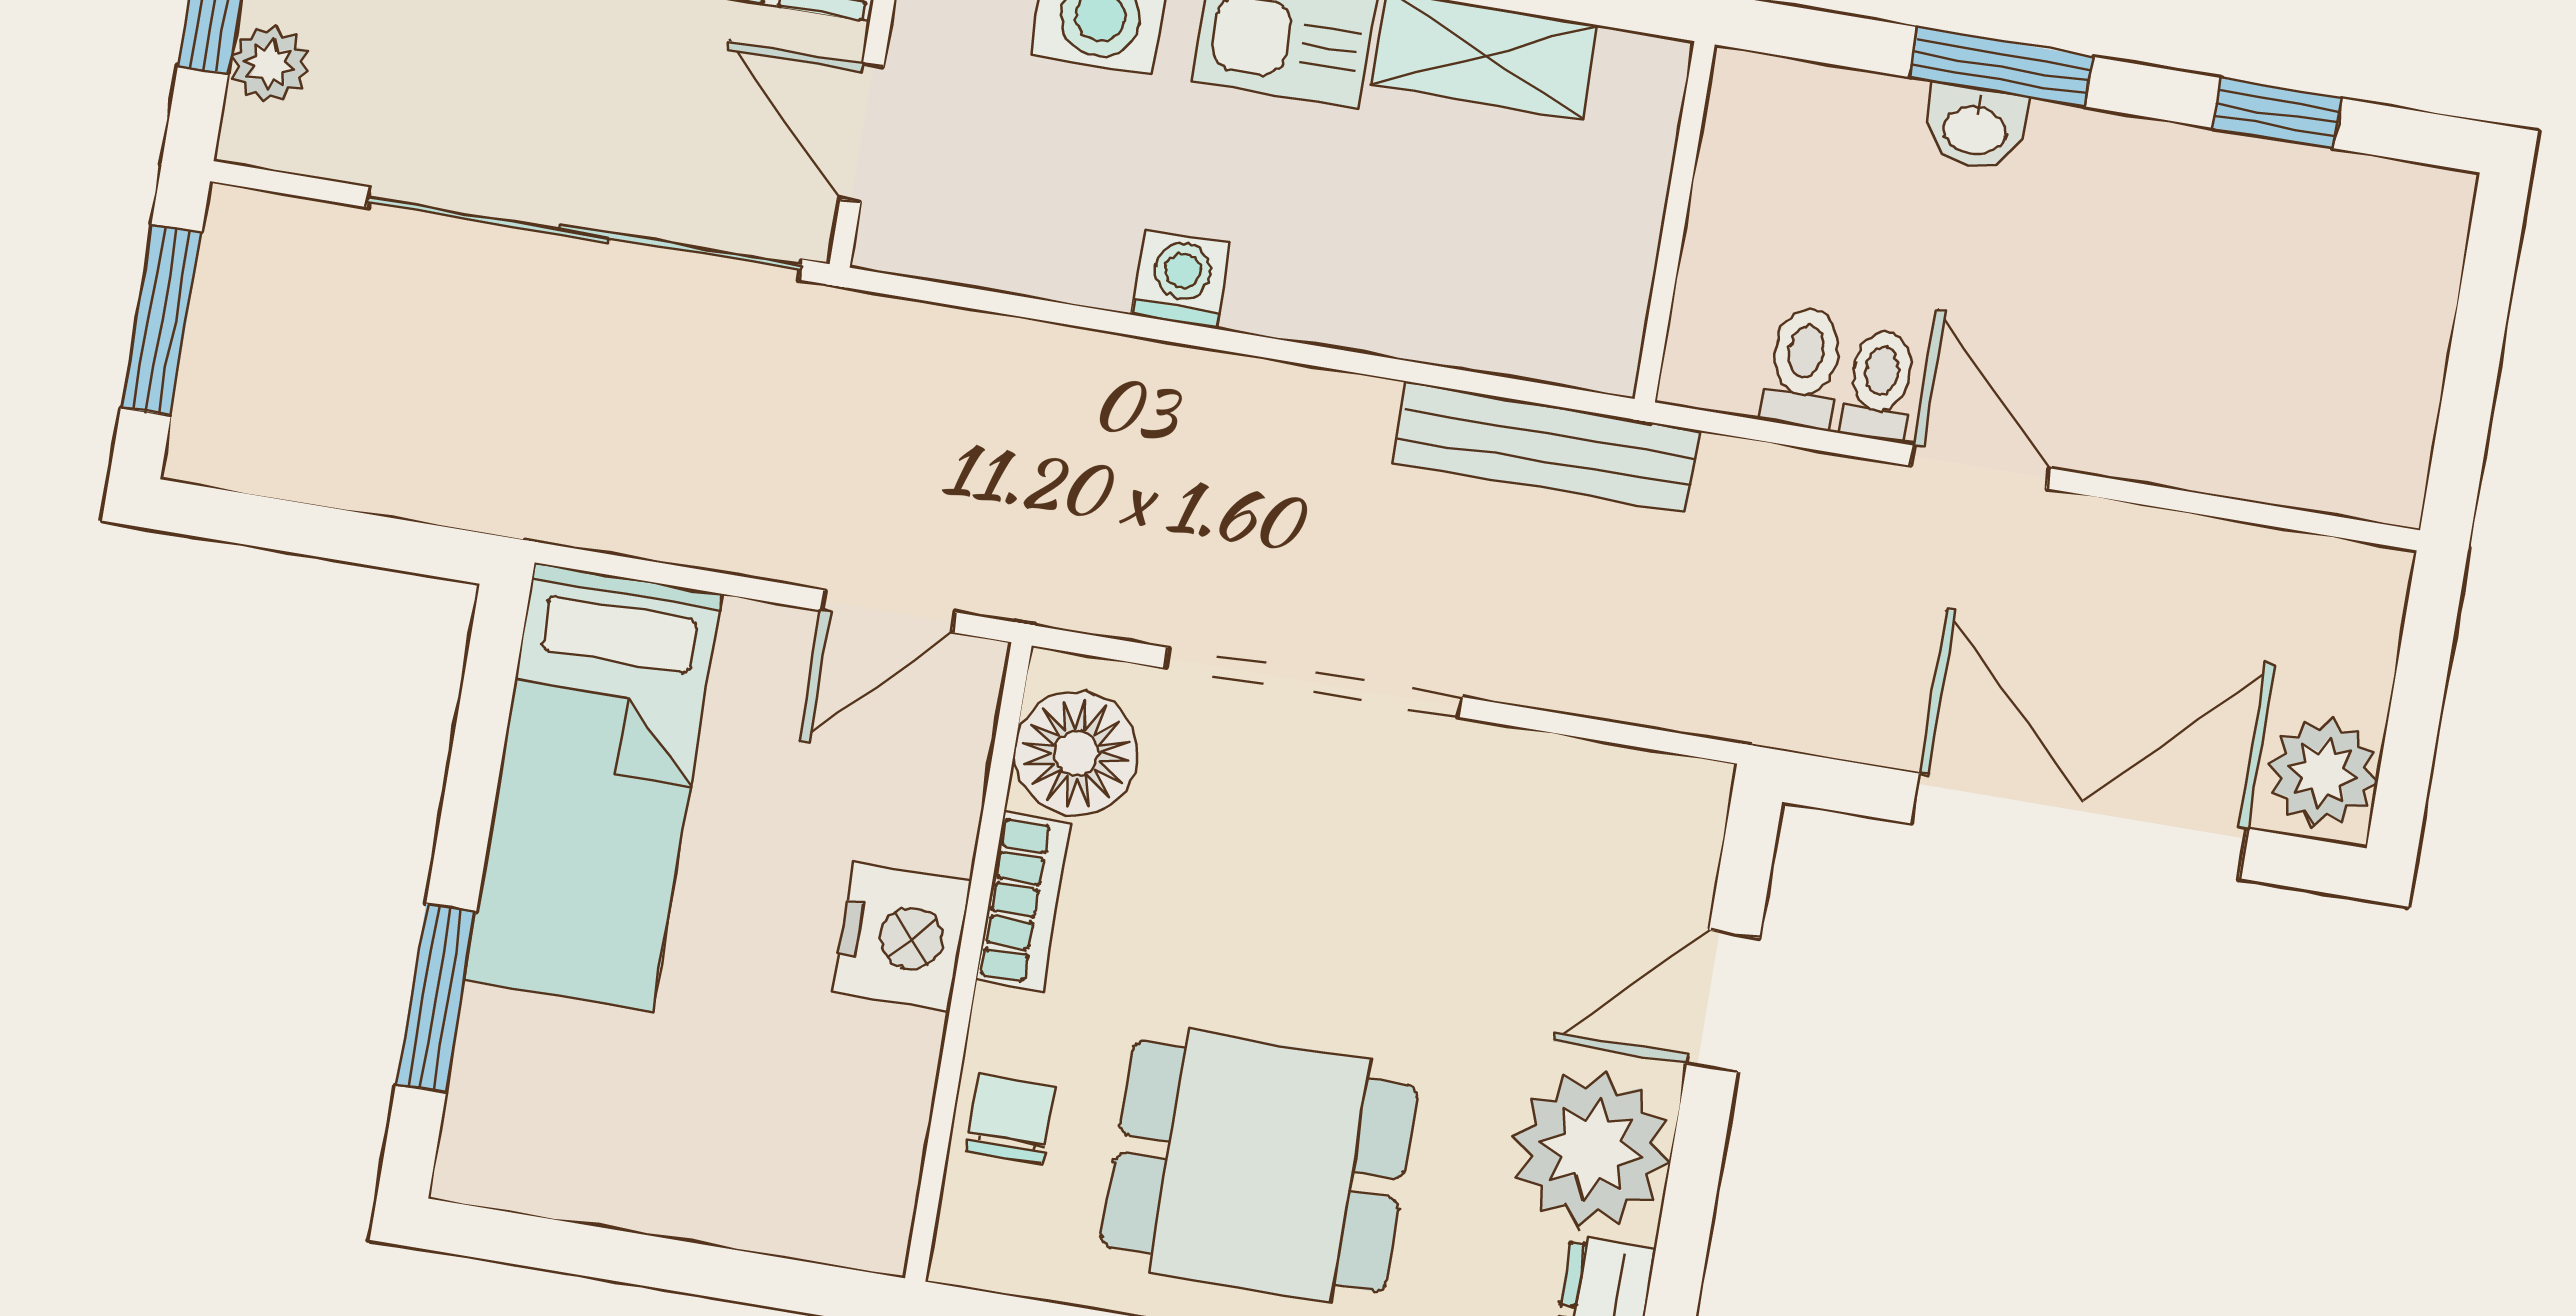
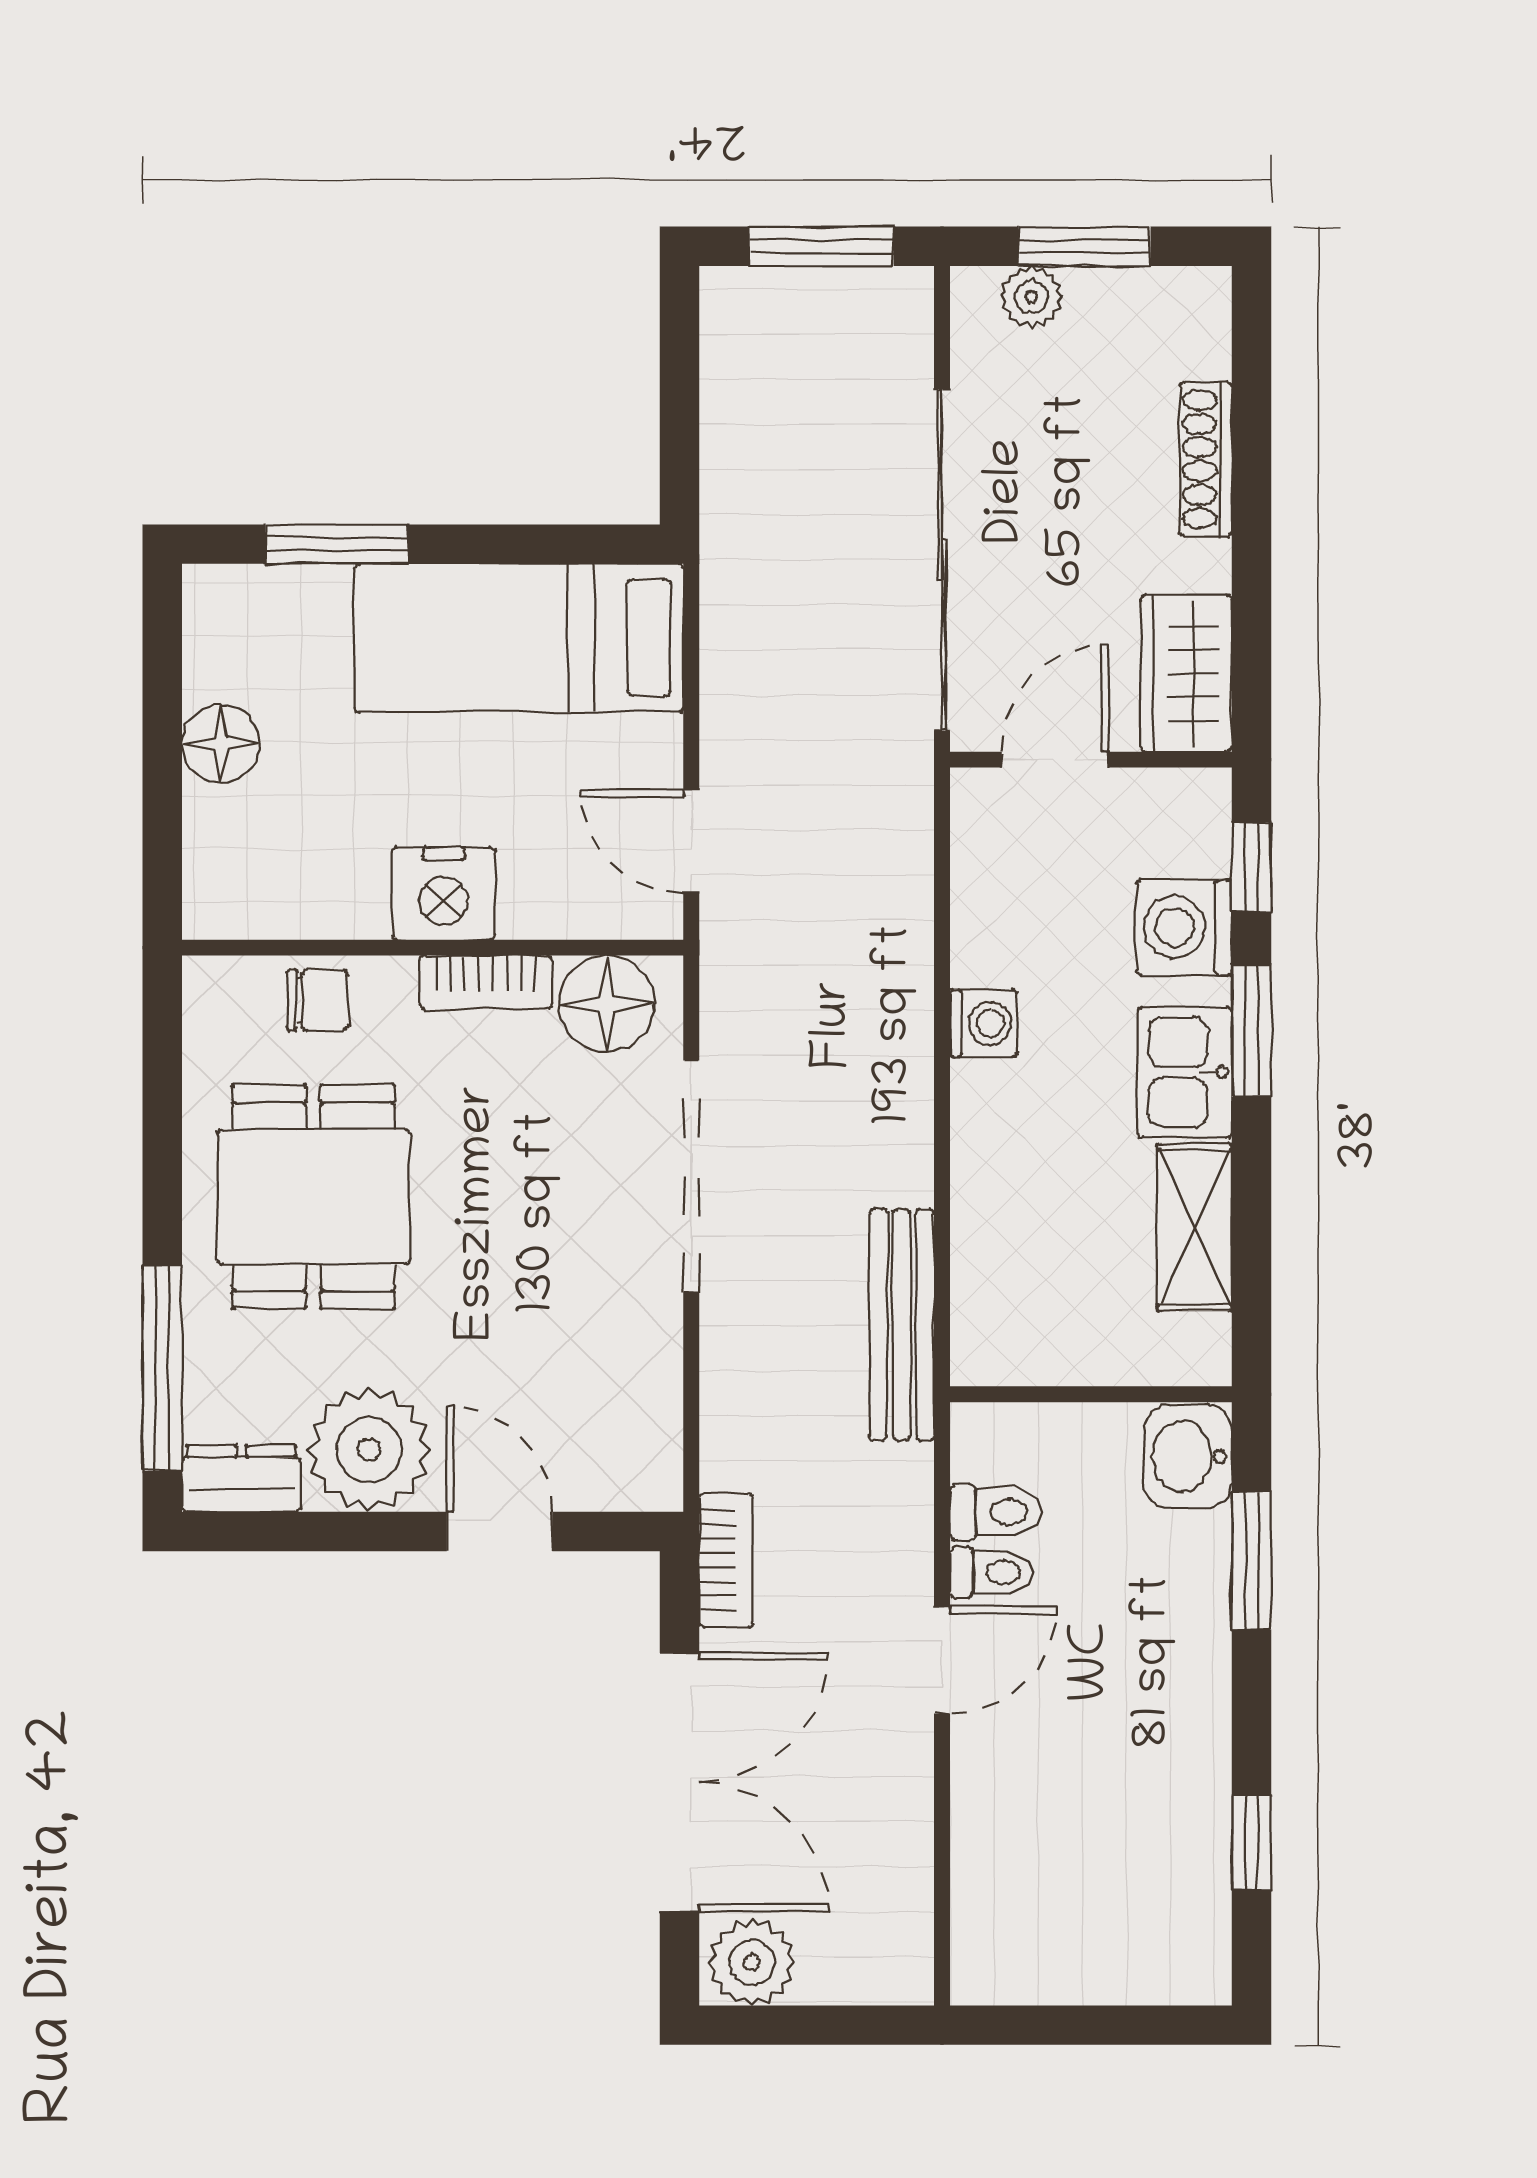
window: (2002, 67) -> (1252, 1560), moved
washbasin: (1975, 128) -> (1188, 1456), moved, width x1.38, depth x1.45
bookcase: (1808, 720) -> (726, 1560), added
floor lamp: (664, 1187) -> (221, 743), added

